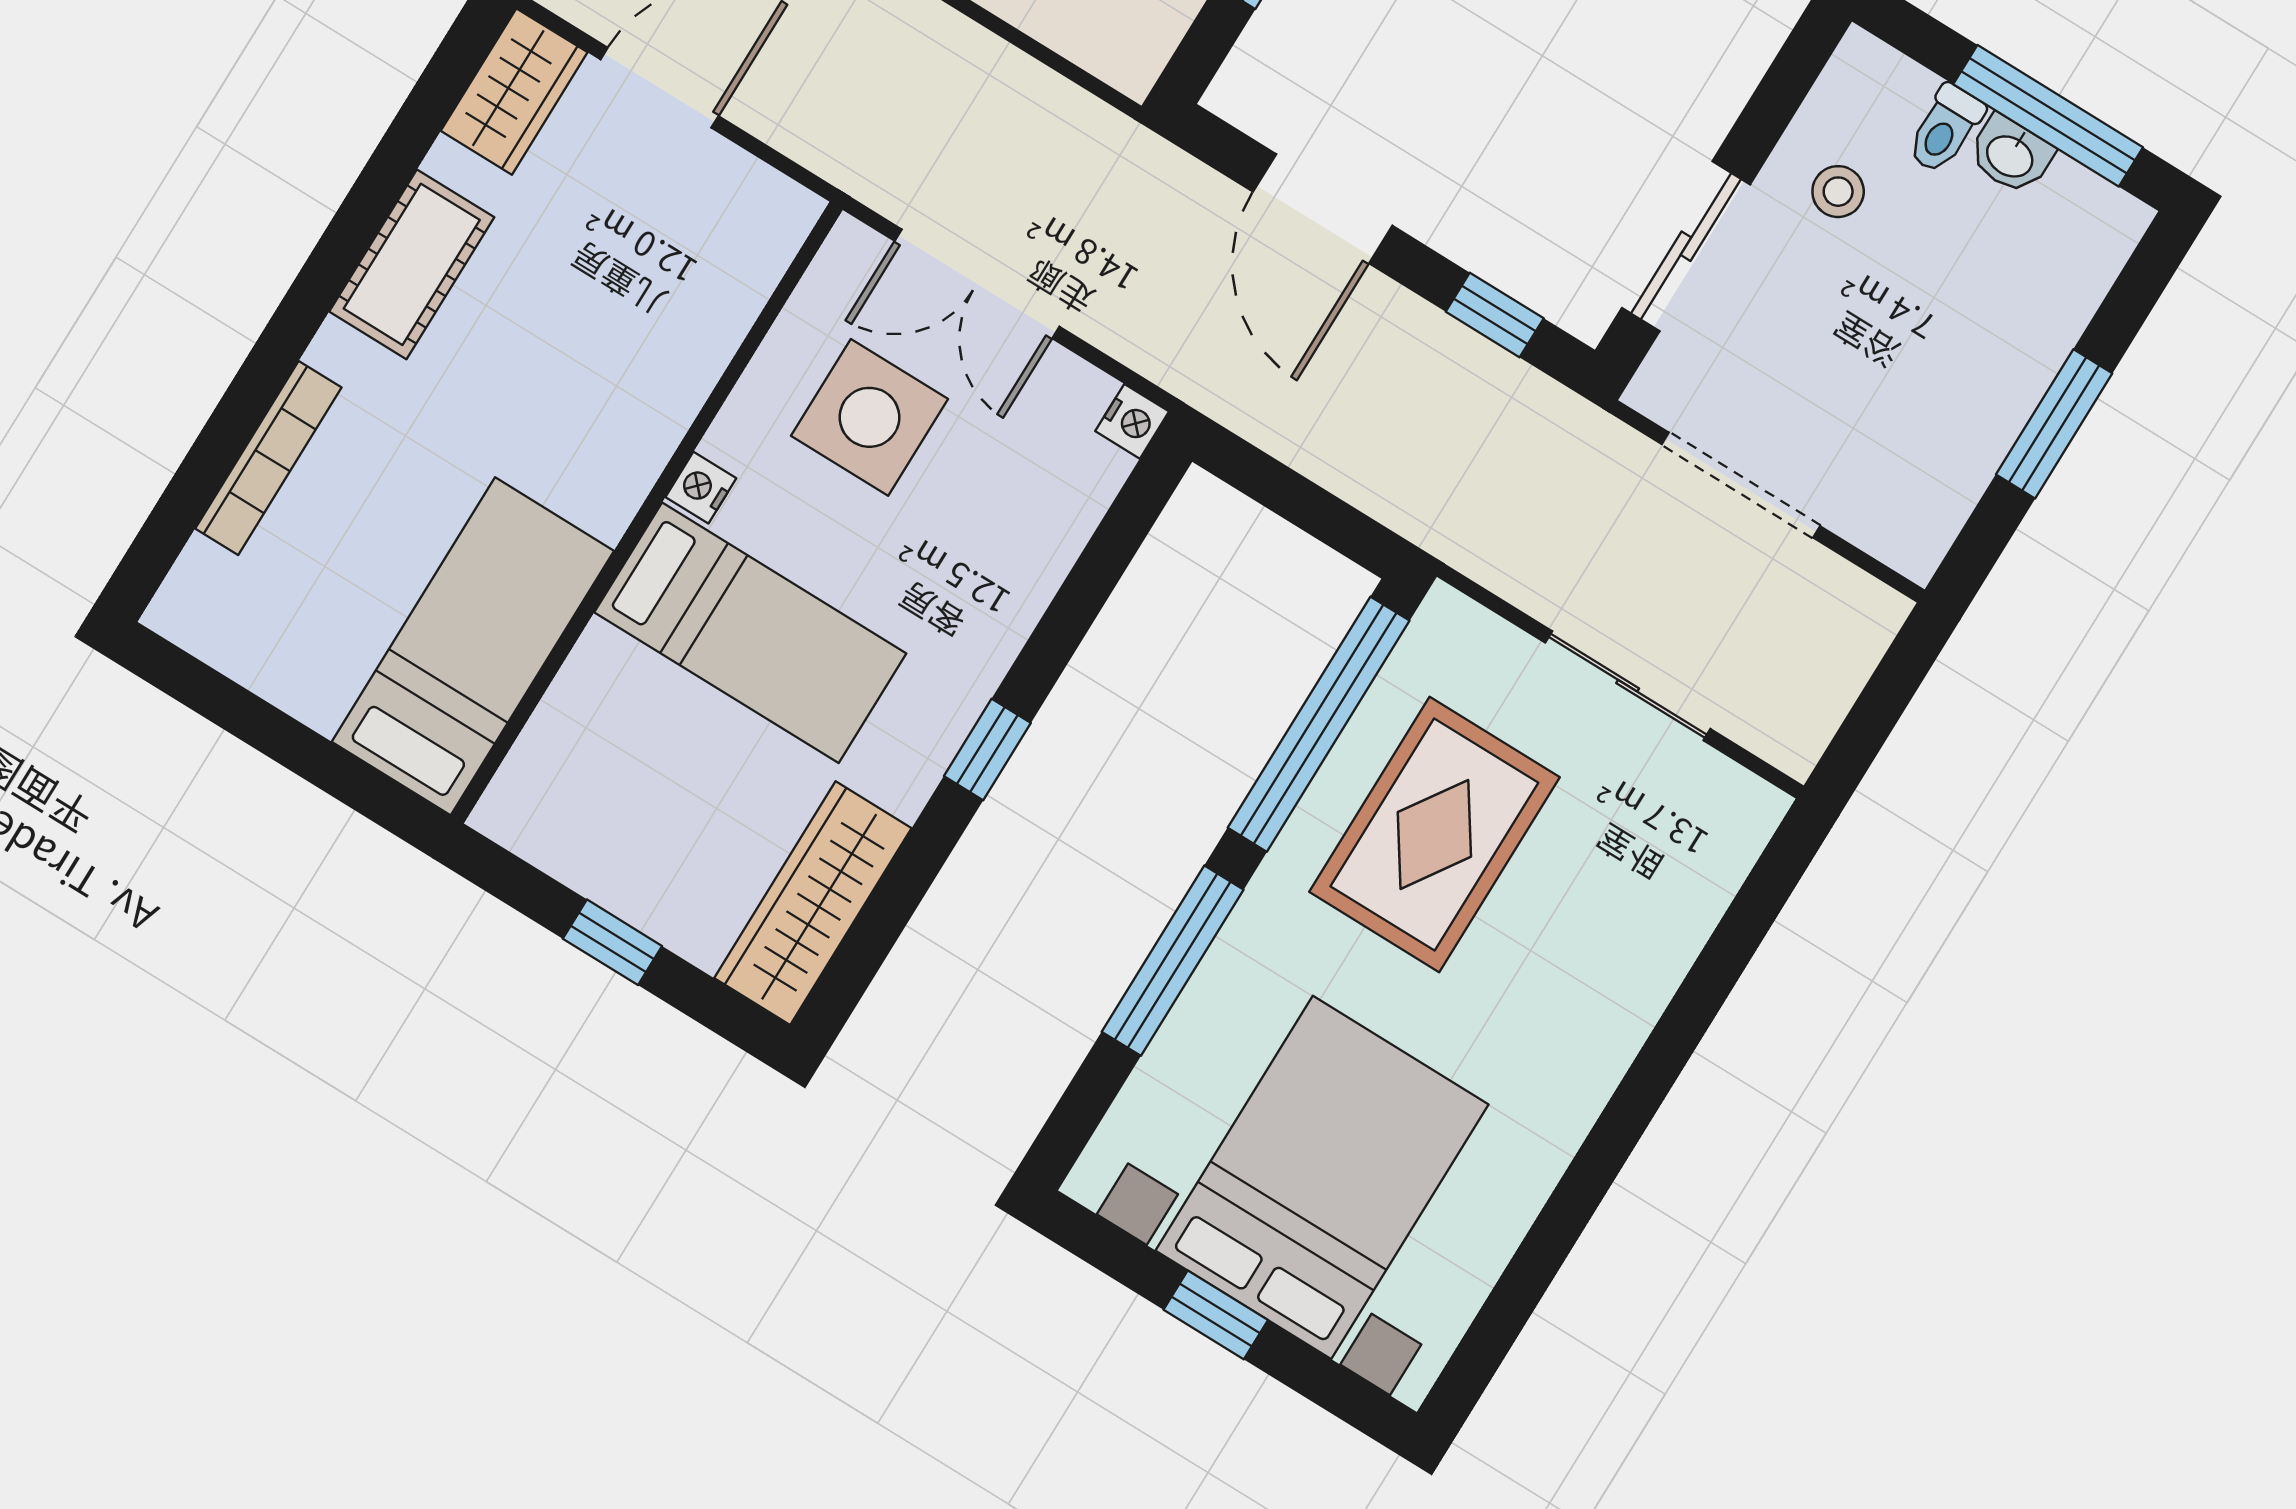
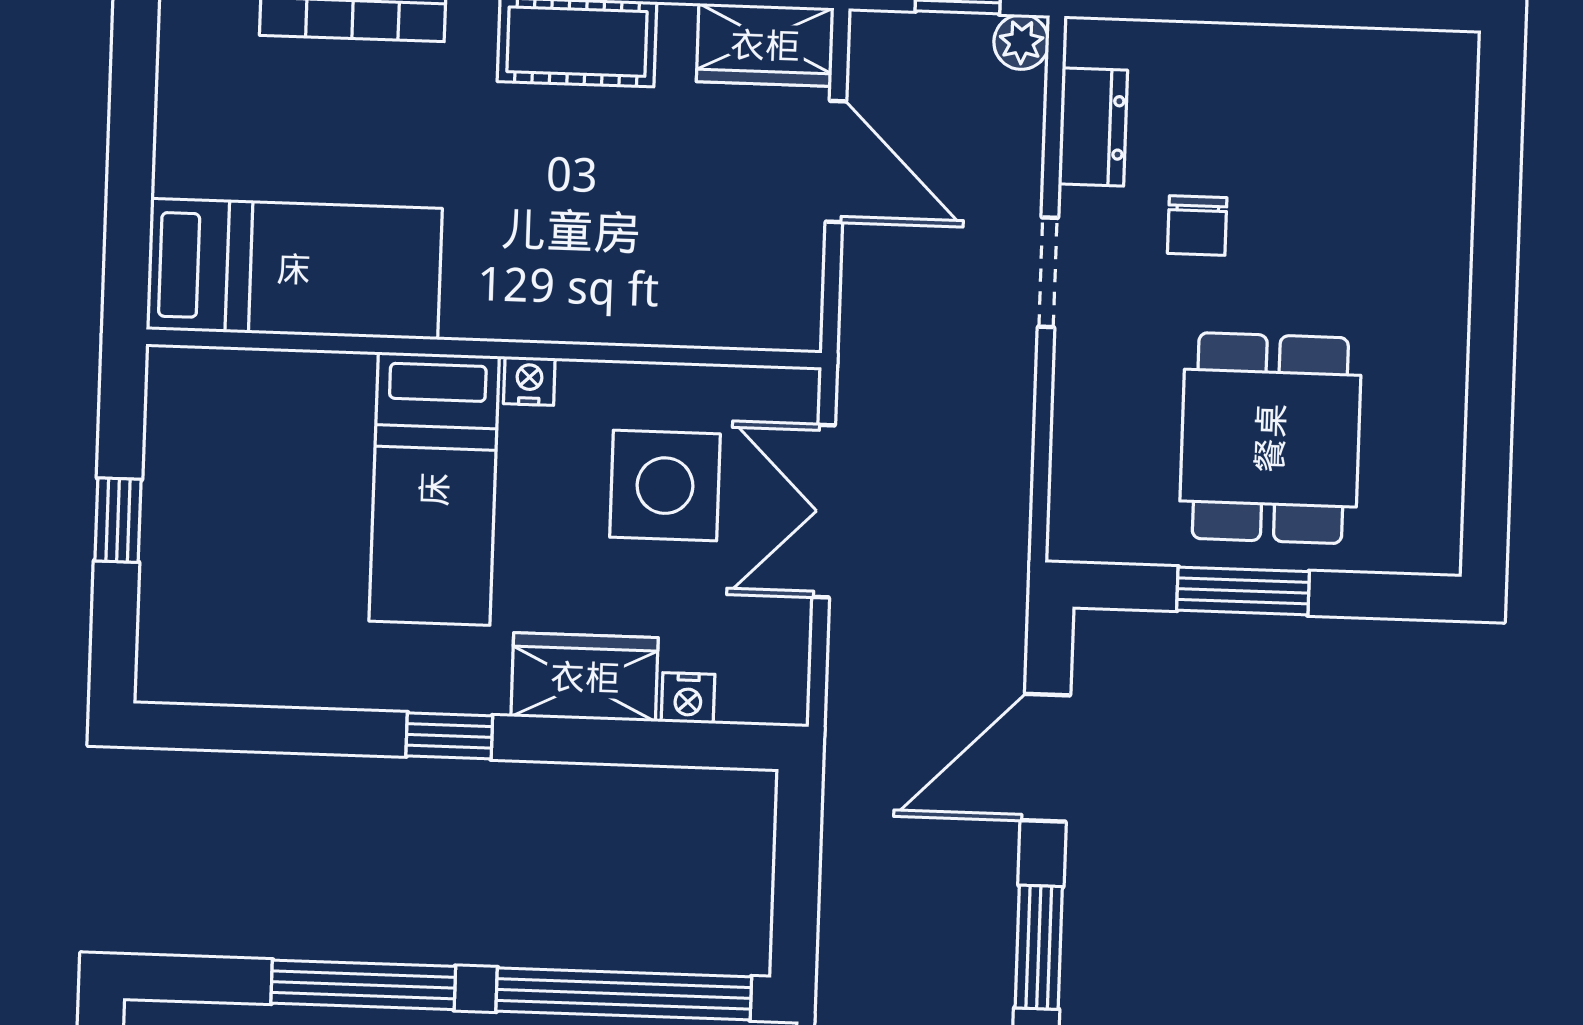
window: (1495, 315) -> (1039, 947), width x1.50
nightstand: (1132, 421) -> (688, 698), moved
wardrobe: (813, 903) -> (585, 677), moved, width x0.67

